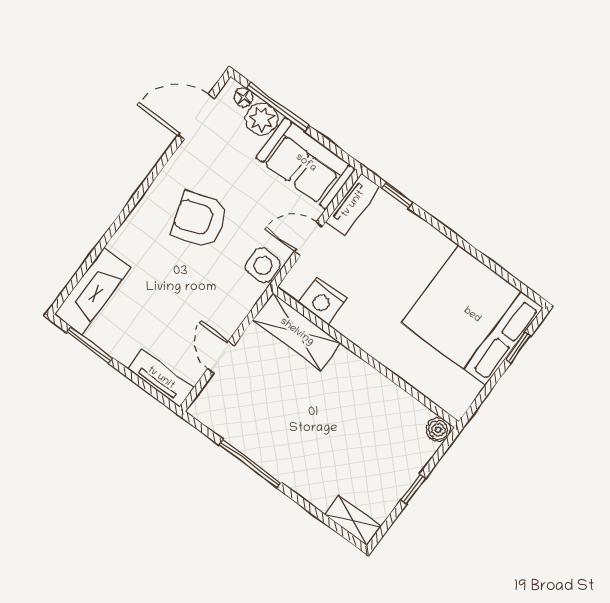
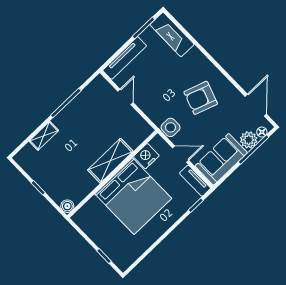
armchair: (200, 219) -> (201, 98), turned -143
door: (309, 239) -> (181, 154), hinge flipped
bed: (472, 315) -> (133, 196), moved, turned 90
shelving: (297, 332) -> (110, 161), moved
door: (221, 357) -> (125, 97), hinge flipped
tv unit: (161, 378) -> (125, 58), width x1.41
shelving: (353, 521) -> (44, 136), moved

